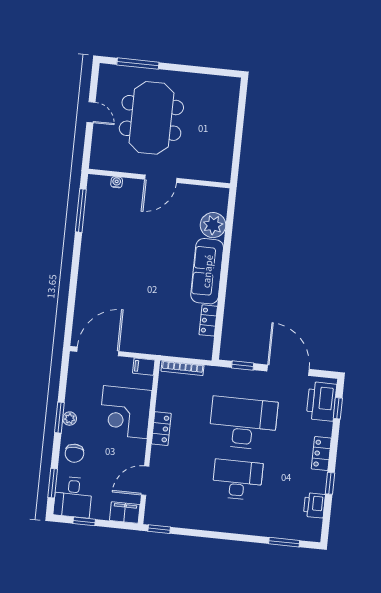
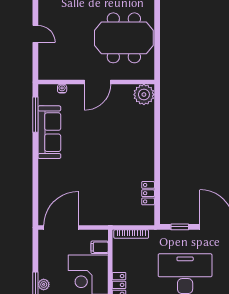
meeting table: (151, 118) -> (124, 38), moved, turned 90
plant: (213, 225) -> (144, 95), moved
sofa: (207, 271) -> (49, 132), moved, turned 180
filing cabinet: (144, 367) -> (100, 247), moved

